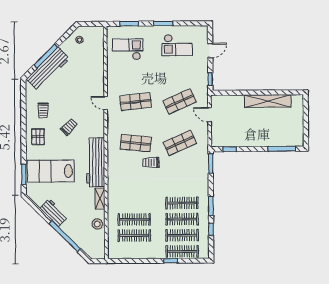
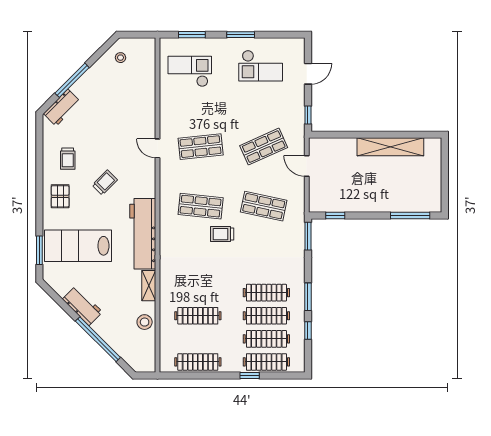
workbench: (48, 69) -> (62, 108), width x0.53, depth x0.76
shop shelf: (180, 143) -> (264, 206), turned 36
clothes rail: (134, 235) -> (198, 362), moved

